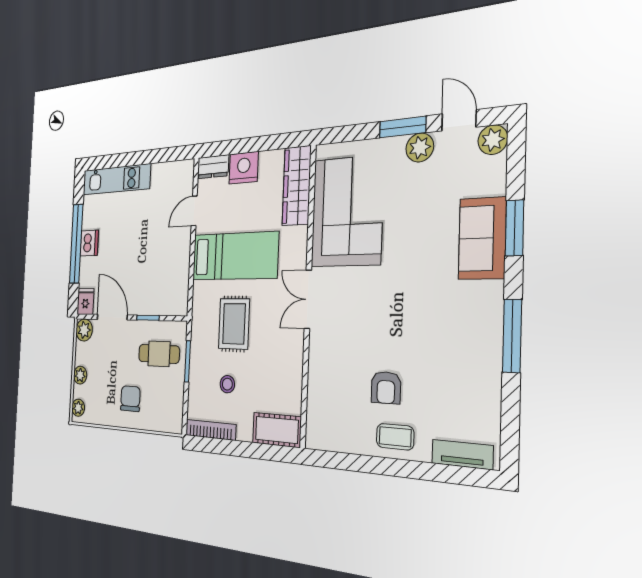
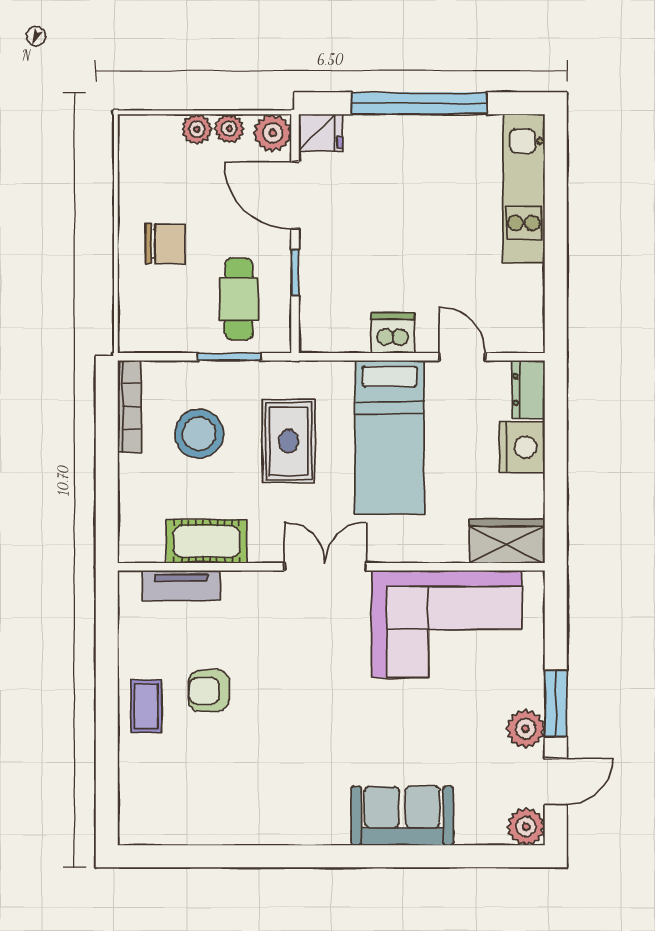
wardrobe: (297, 186) -> (507, 541), width x0.67
window: (514, 228) -> (414, 856), removed
dishwasher: (89, 243) -> (393, 333), moved, turned 180
door: (112, 317) -> (295, 195), swing flipped
rug: (234, 324) -> (289, 441), turned 90
window: (512, 336) -> (281, 856), removed
stool: (227, 384) -> (199, 434), width x1.89, depth x1.89
plant: (78, 408) -> (229, 129), moved
cot: (277, 430) -> (207, 541), moved, turned 90
tv unit: (462, 454) -> (181, 585), moved, turned 90

